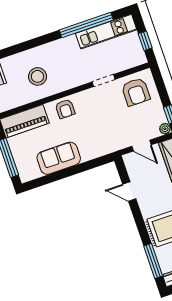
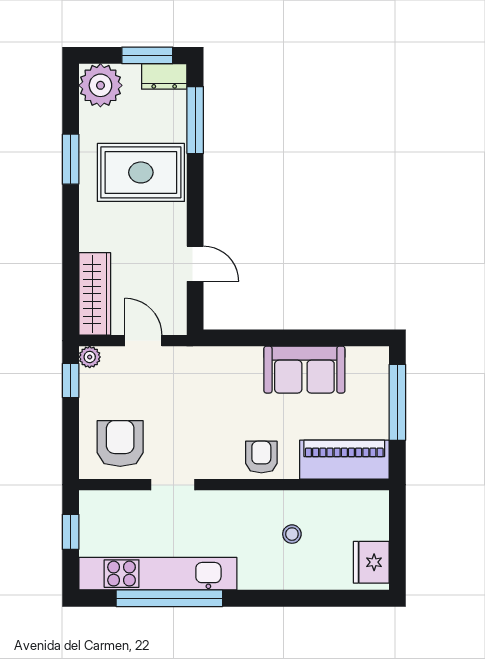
kitchen unit: (106, 32) -> (158, 574), width x1.36
stool: (38, 76) -> (292, 534), width x0.53, depth x0.53

